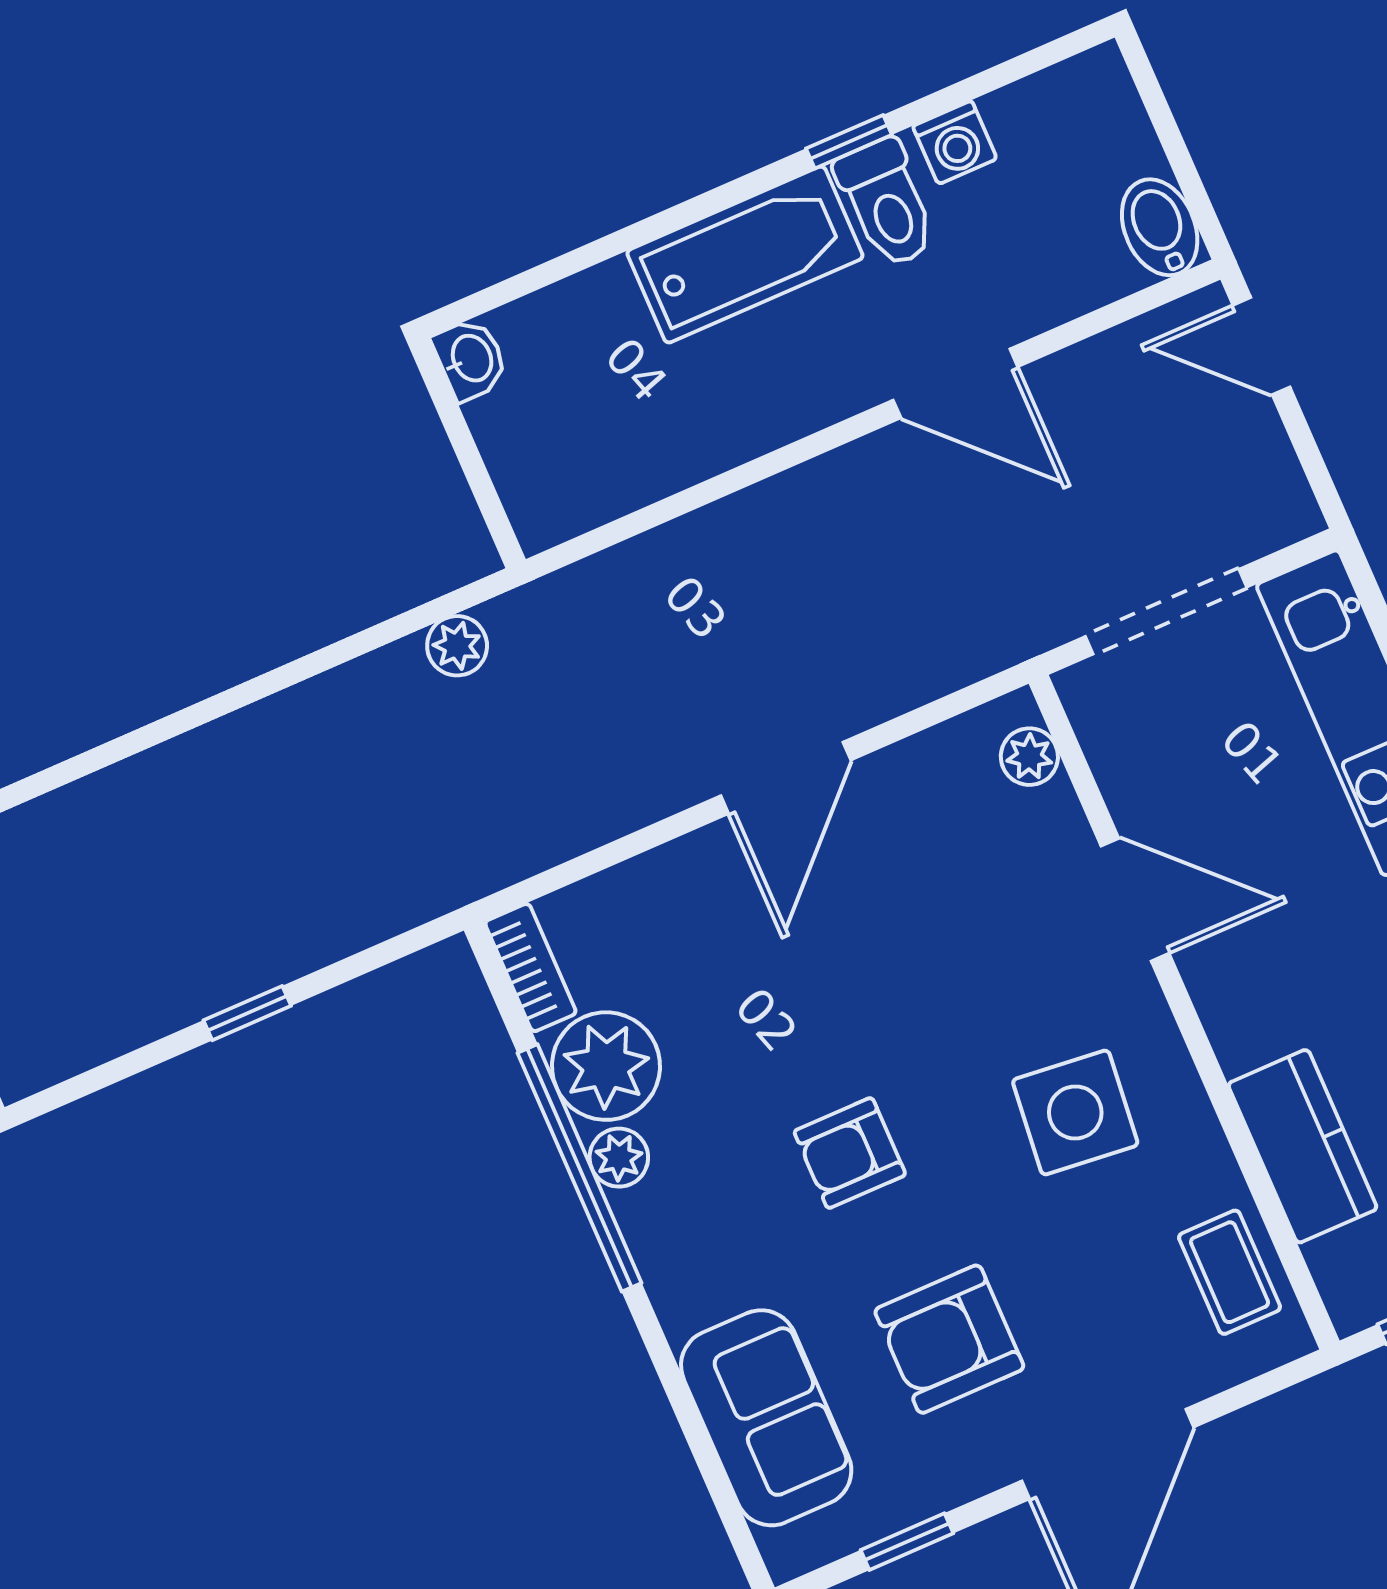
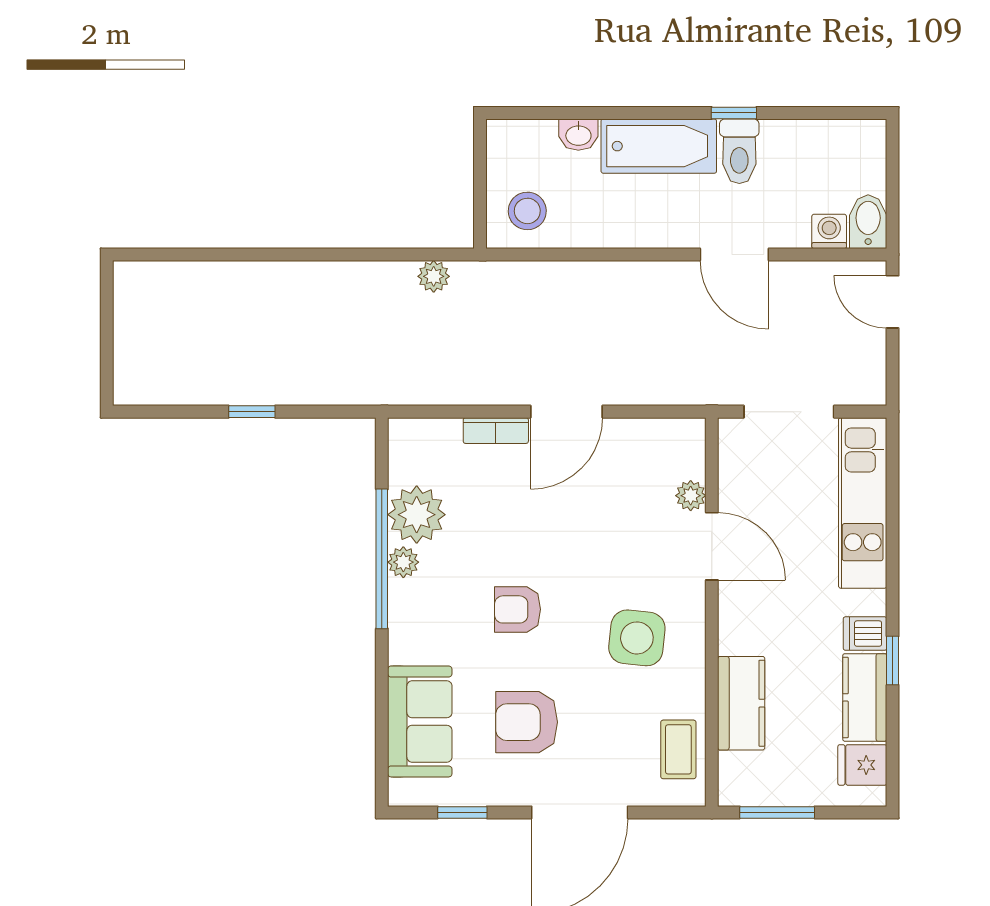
washing machine: (955, 143) -> (829, 231), moved, turned 180
washbasin: (470, 359) -> (578, 135), moved, turned 90
stool: (568, 464) -> (527, 211), added
plant: (1029, 757) -> (691, 496), moved
bookcase: (530, 968) -> (496, 431), moved, turned 90

